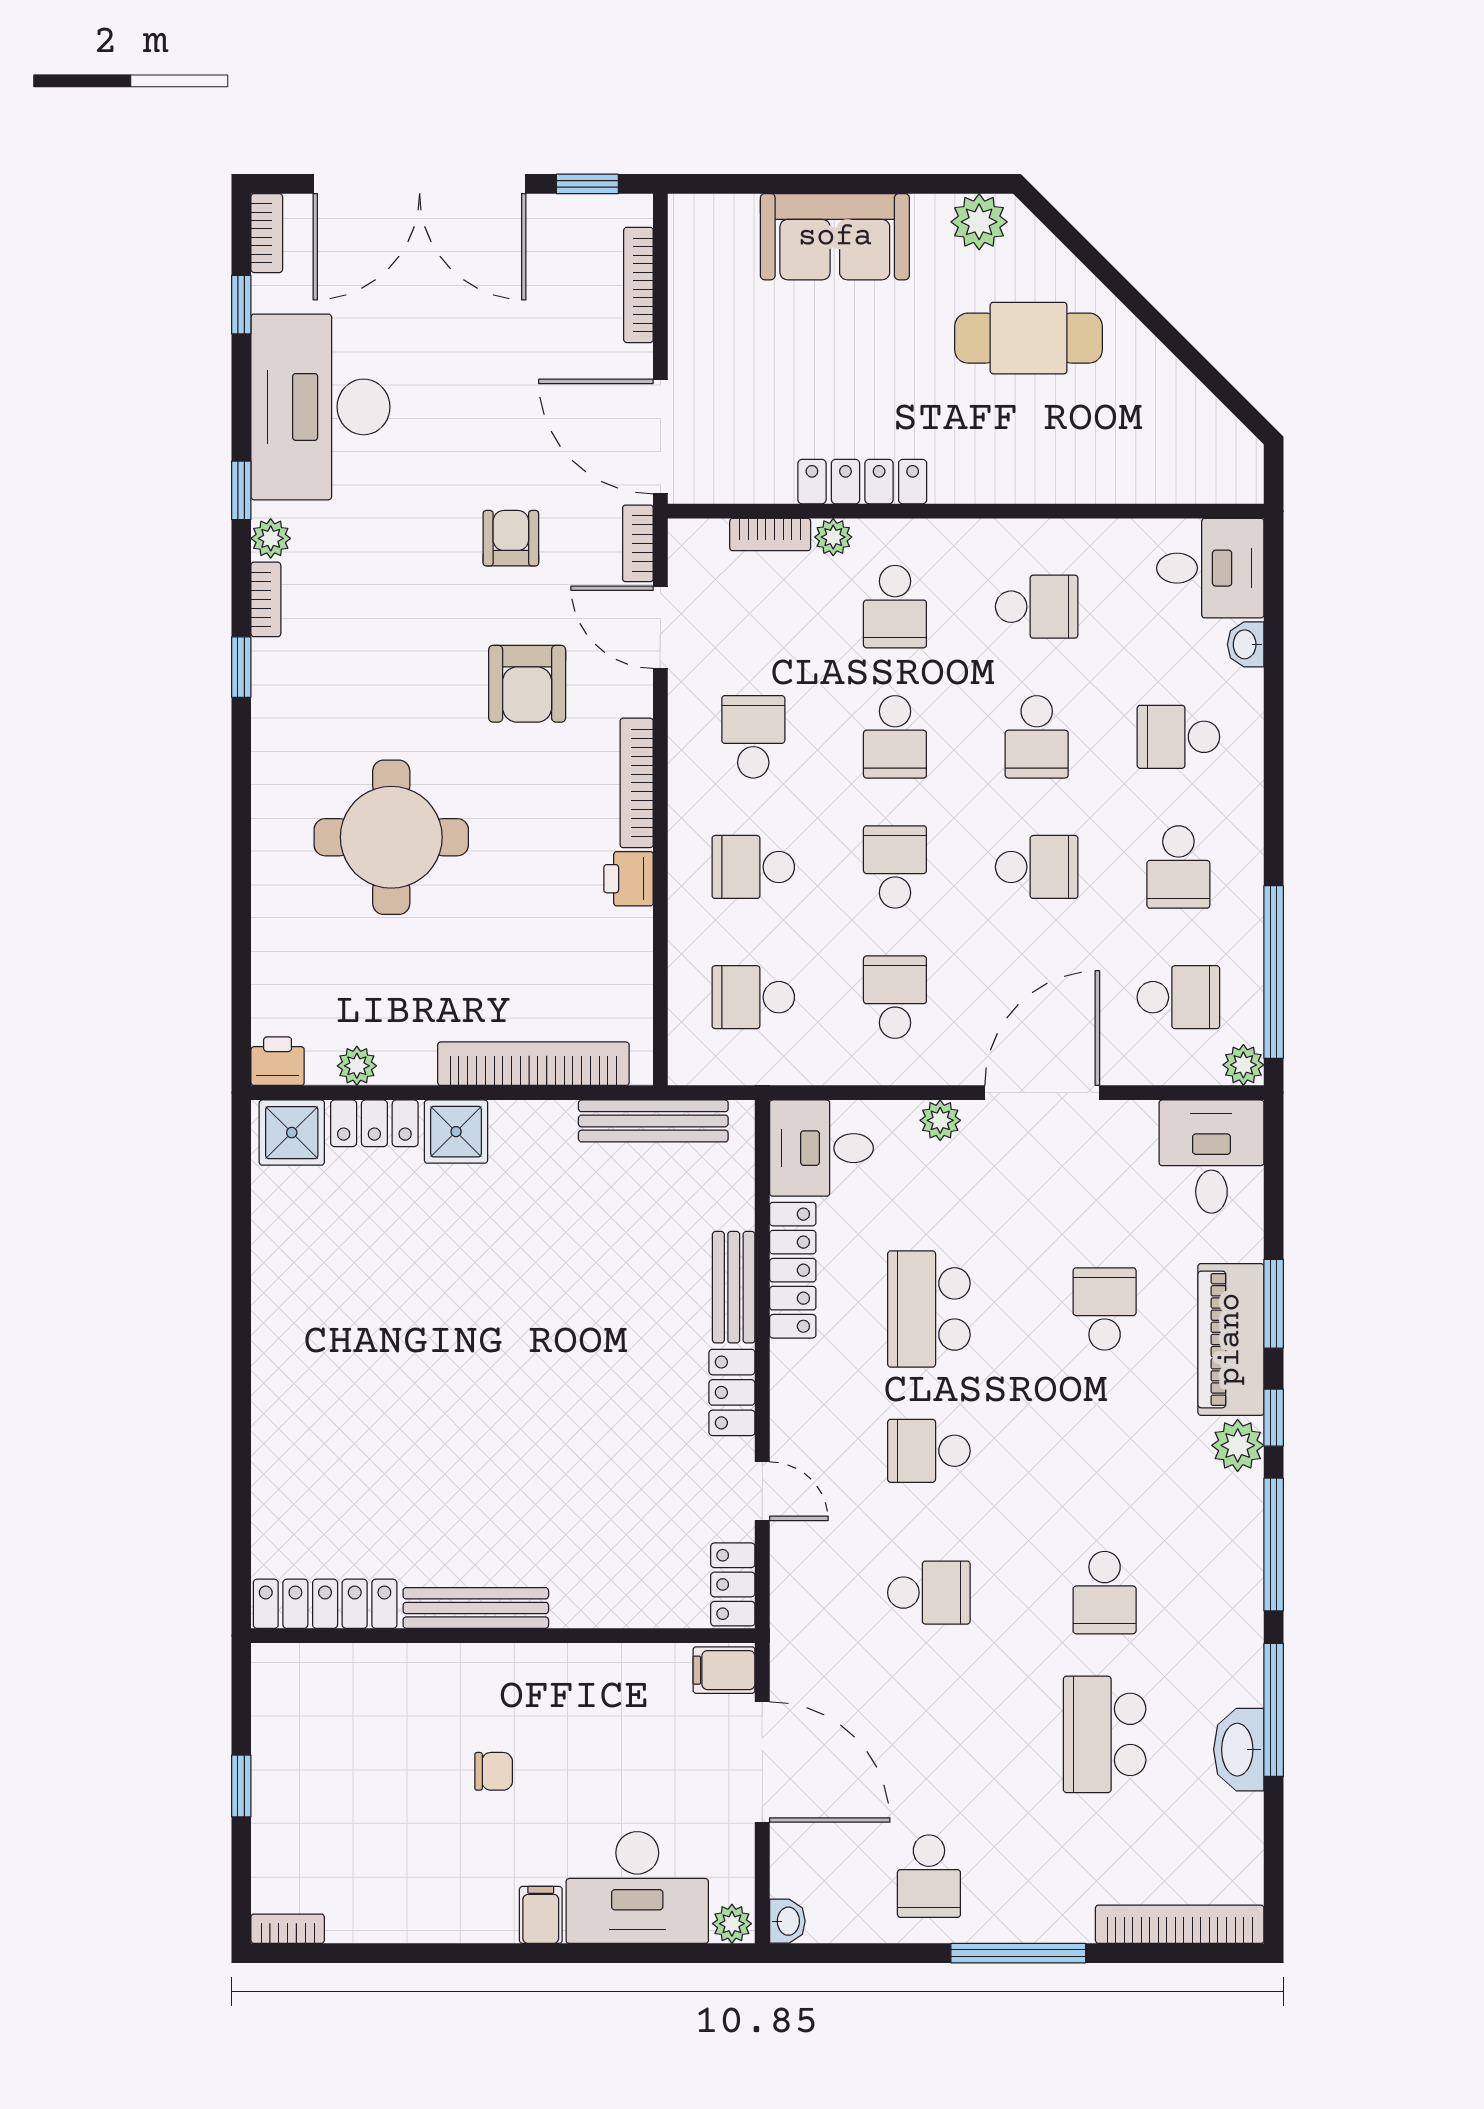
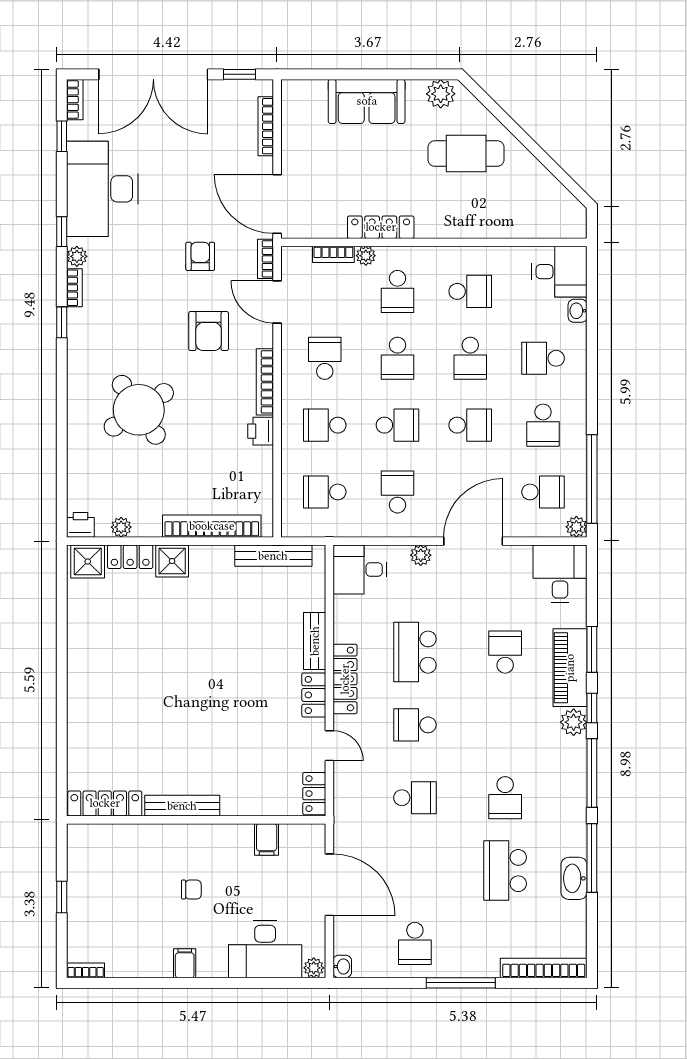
round table: (391, 837) -> (139, 410), turned -34
school desk: (895, 867) -> (397, 425), turned 90
locker: (793, 1270) -> (345, 679), moved
filing cabinet: (724, 1670) -> (267, 839), moved, turned -90
filing cabinet: (541, 1915) -> (185, 963), moved

